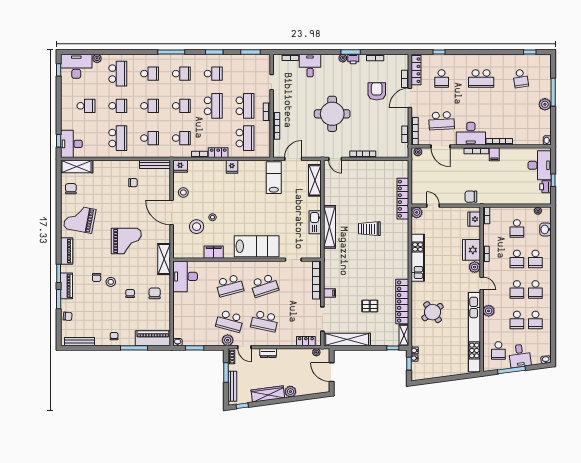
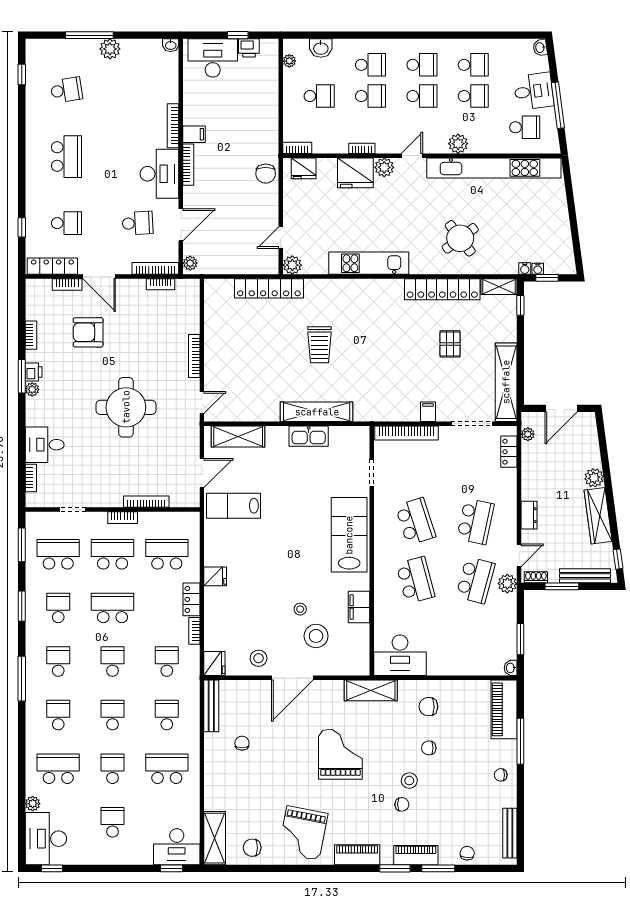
school desk: (245, 74) -> (58, 554), added
school desk: (442, 121) -> (138, 223), width x0.54
door: (293, 159) -> (202, 473), swing flipped

